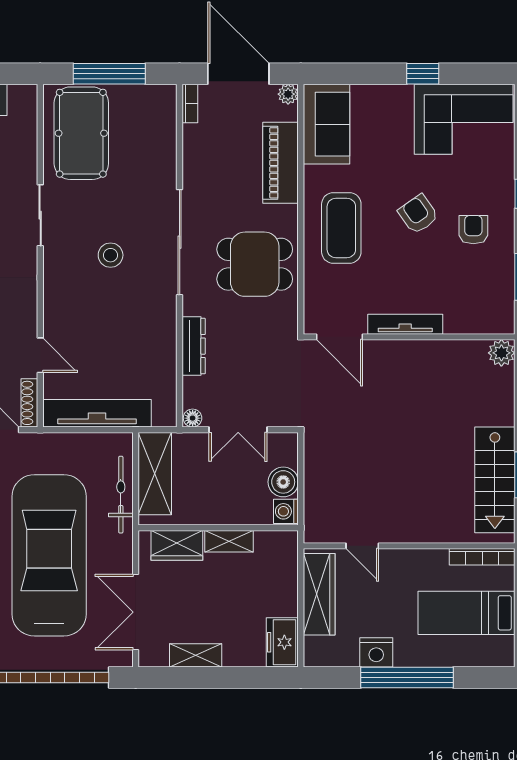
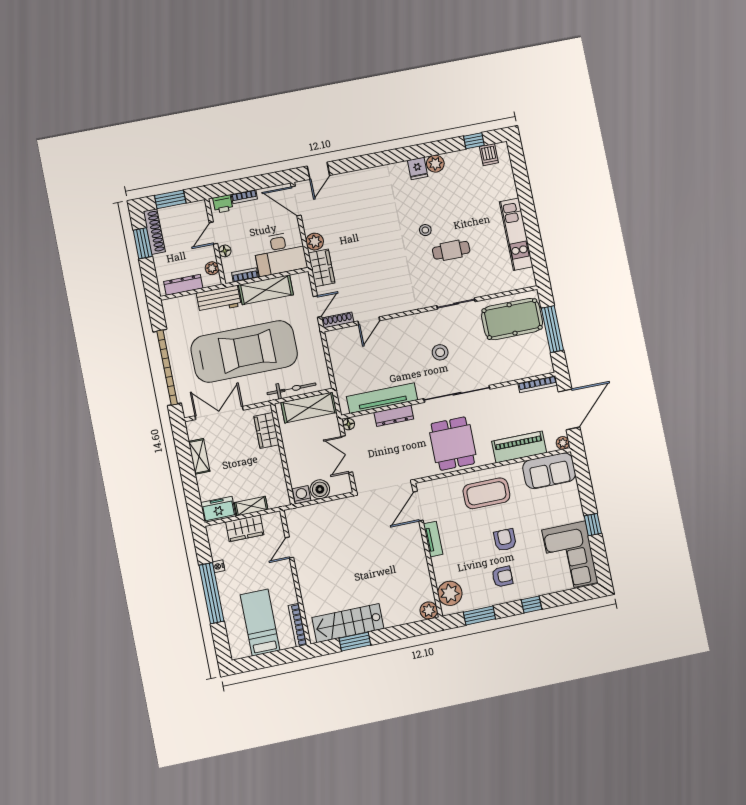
bookcase: (190, 103) -> (538, 384), width x1.56
armchair: (418, 214) -> (505, 540), turned -55
plant: (482, 315) -> (450, 593), added
tv unit: (405, 324) -> (433, 539), width x0.71
tv unit: (97, 413) -> (382, 398), moved, turned -90
shelving: (229, 541) -> (251, 506), moved, turned 90
wardrobe: (319, 594) -> (245, 528), width x0.67
nightstand: (376, 652) -> (218, 566), width x0.53, depth x0.56

